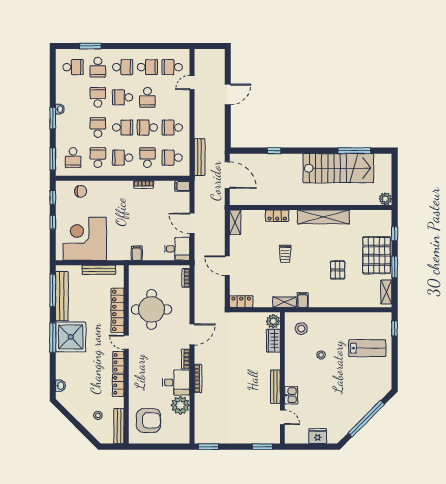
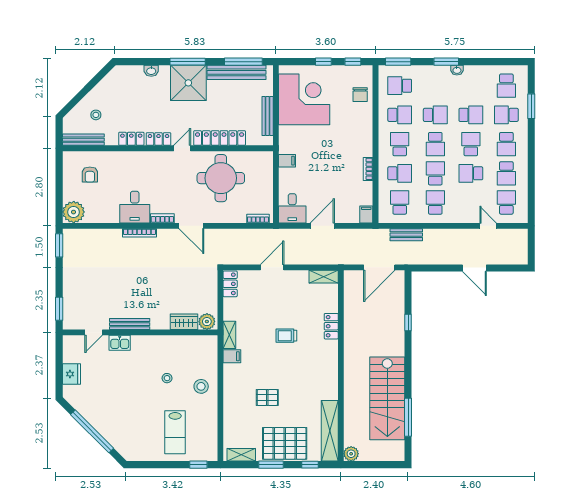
bench: (199, 157) -> (406, 235), width x0.73
shelving: (323, 217) -> (330, 431), moved
stool: (301, 329) -> (201, 386), moved
washbasin: (60, 386) -> (151, 71), moved
plant: (180, 405) -> (74, 212), moved
armchair: (148, 420) -> (90, 175), width x0.53, depth x0.53

